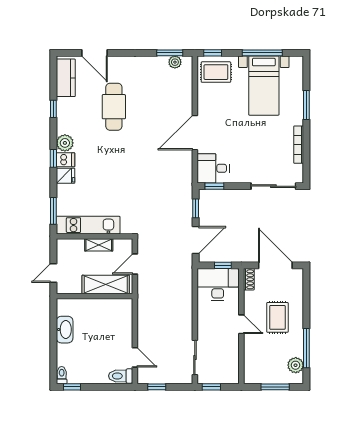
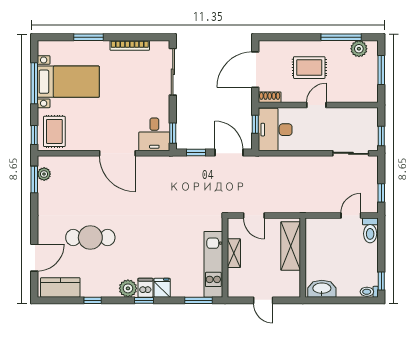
shelving: (106, 285) -> (291, 246), moved
wall: (95, 296) -> (303, 258), moved

